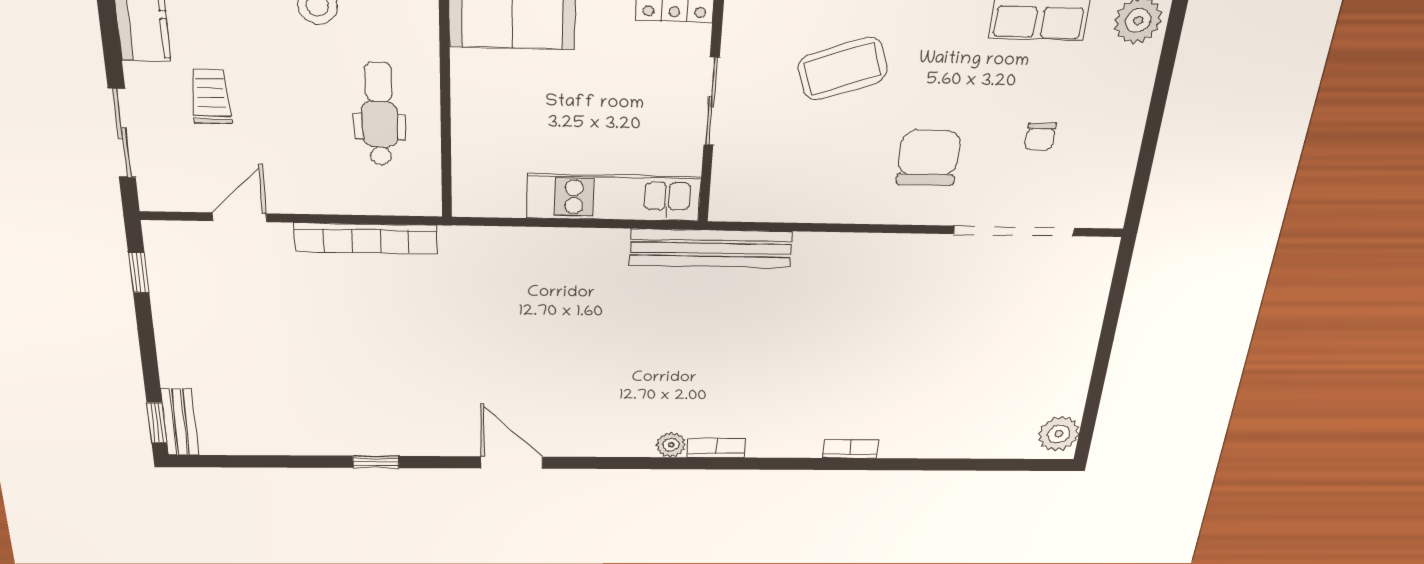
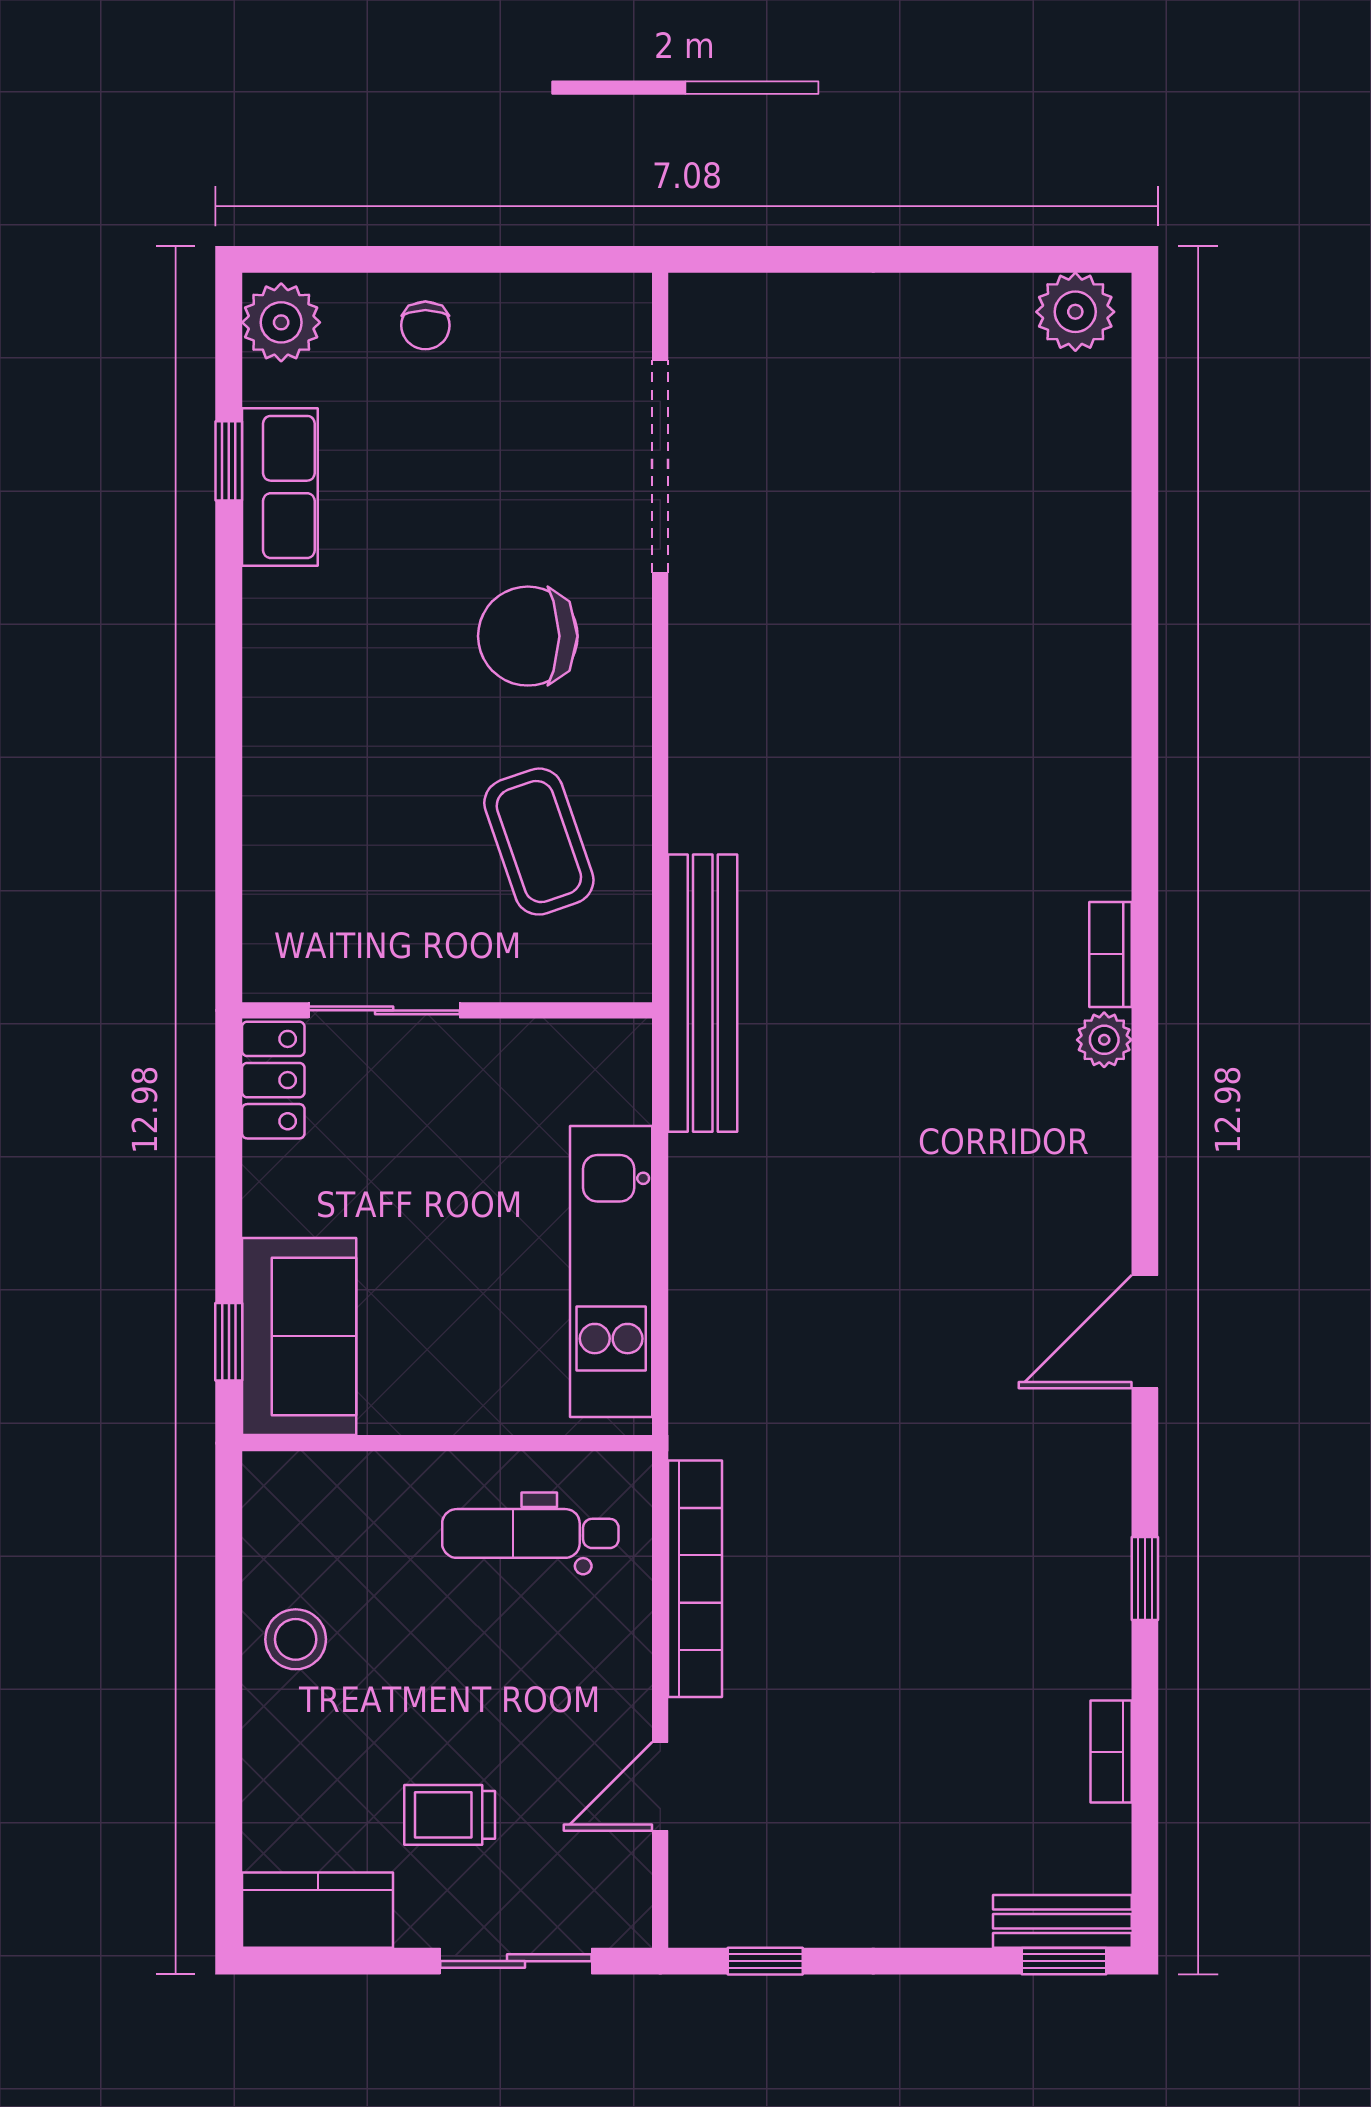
coffee table: (843, 69) -> (539, 842), moved
sliding door: (712, 102) -> (384, 1010), moved
dental chair: (380, 114) -> (530, 1533), moved
chair: (1040, 137) -> (425, 325), moved, turned 90
kitchen unit: (614, 197) -> (611, 1272), moved
door: (239, 217) -> (660, 1786), hinge flipped
bookcase: (850, 449) -> (1111, 1752), moved

